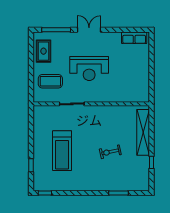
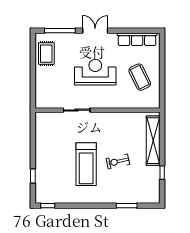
row of seats: (134, 38) -> (137, 39), width x1.48
reception desk: (89, 69) -> (95, 72), turned 180
coffee table: (50, 81) -> (140, 77), moved, turned 64
treadmill: (62, 151) -> (86, 164), moved

